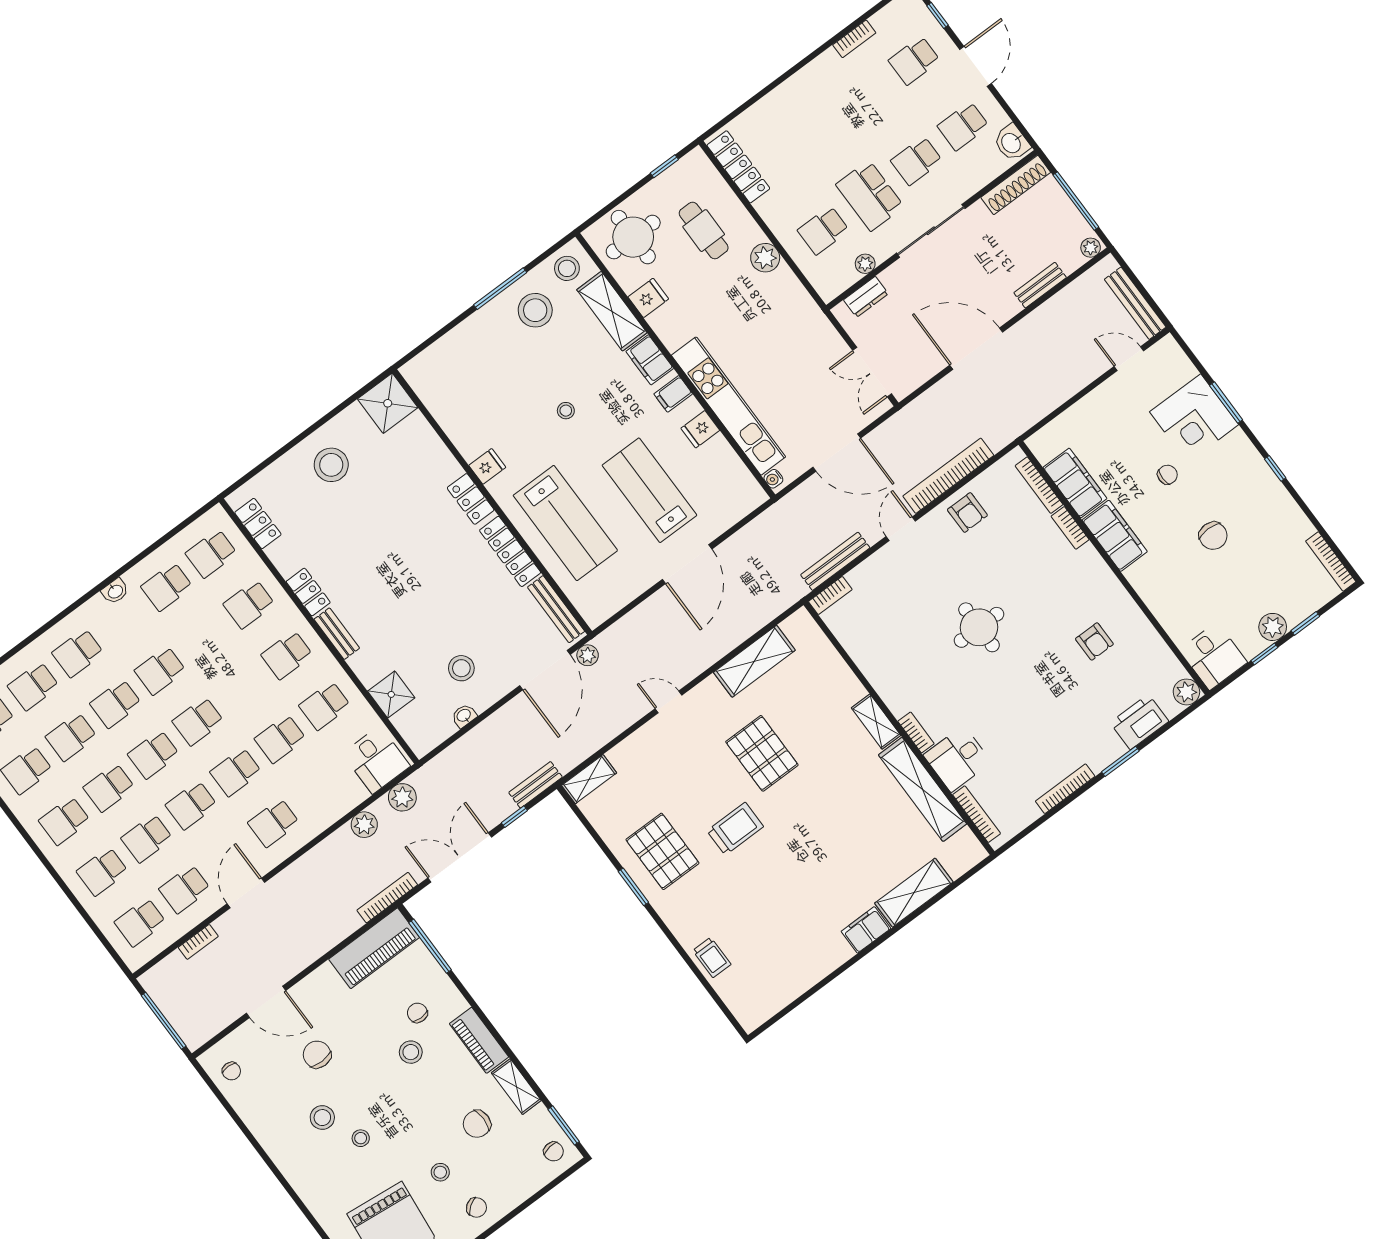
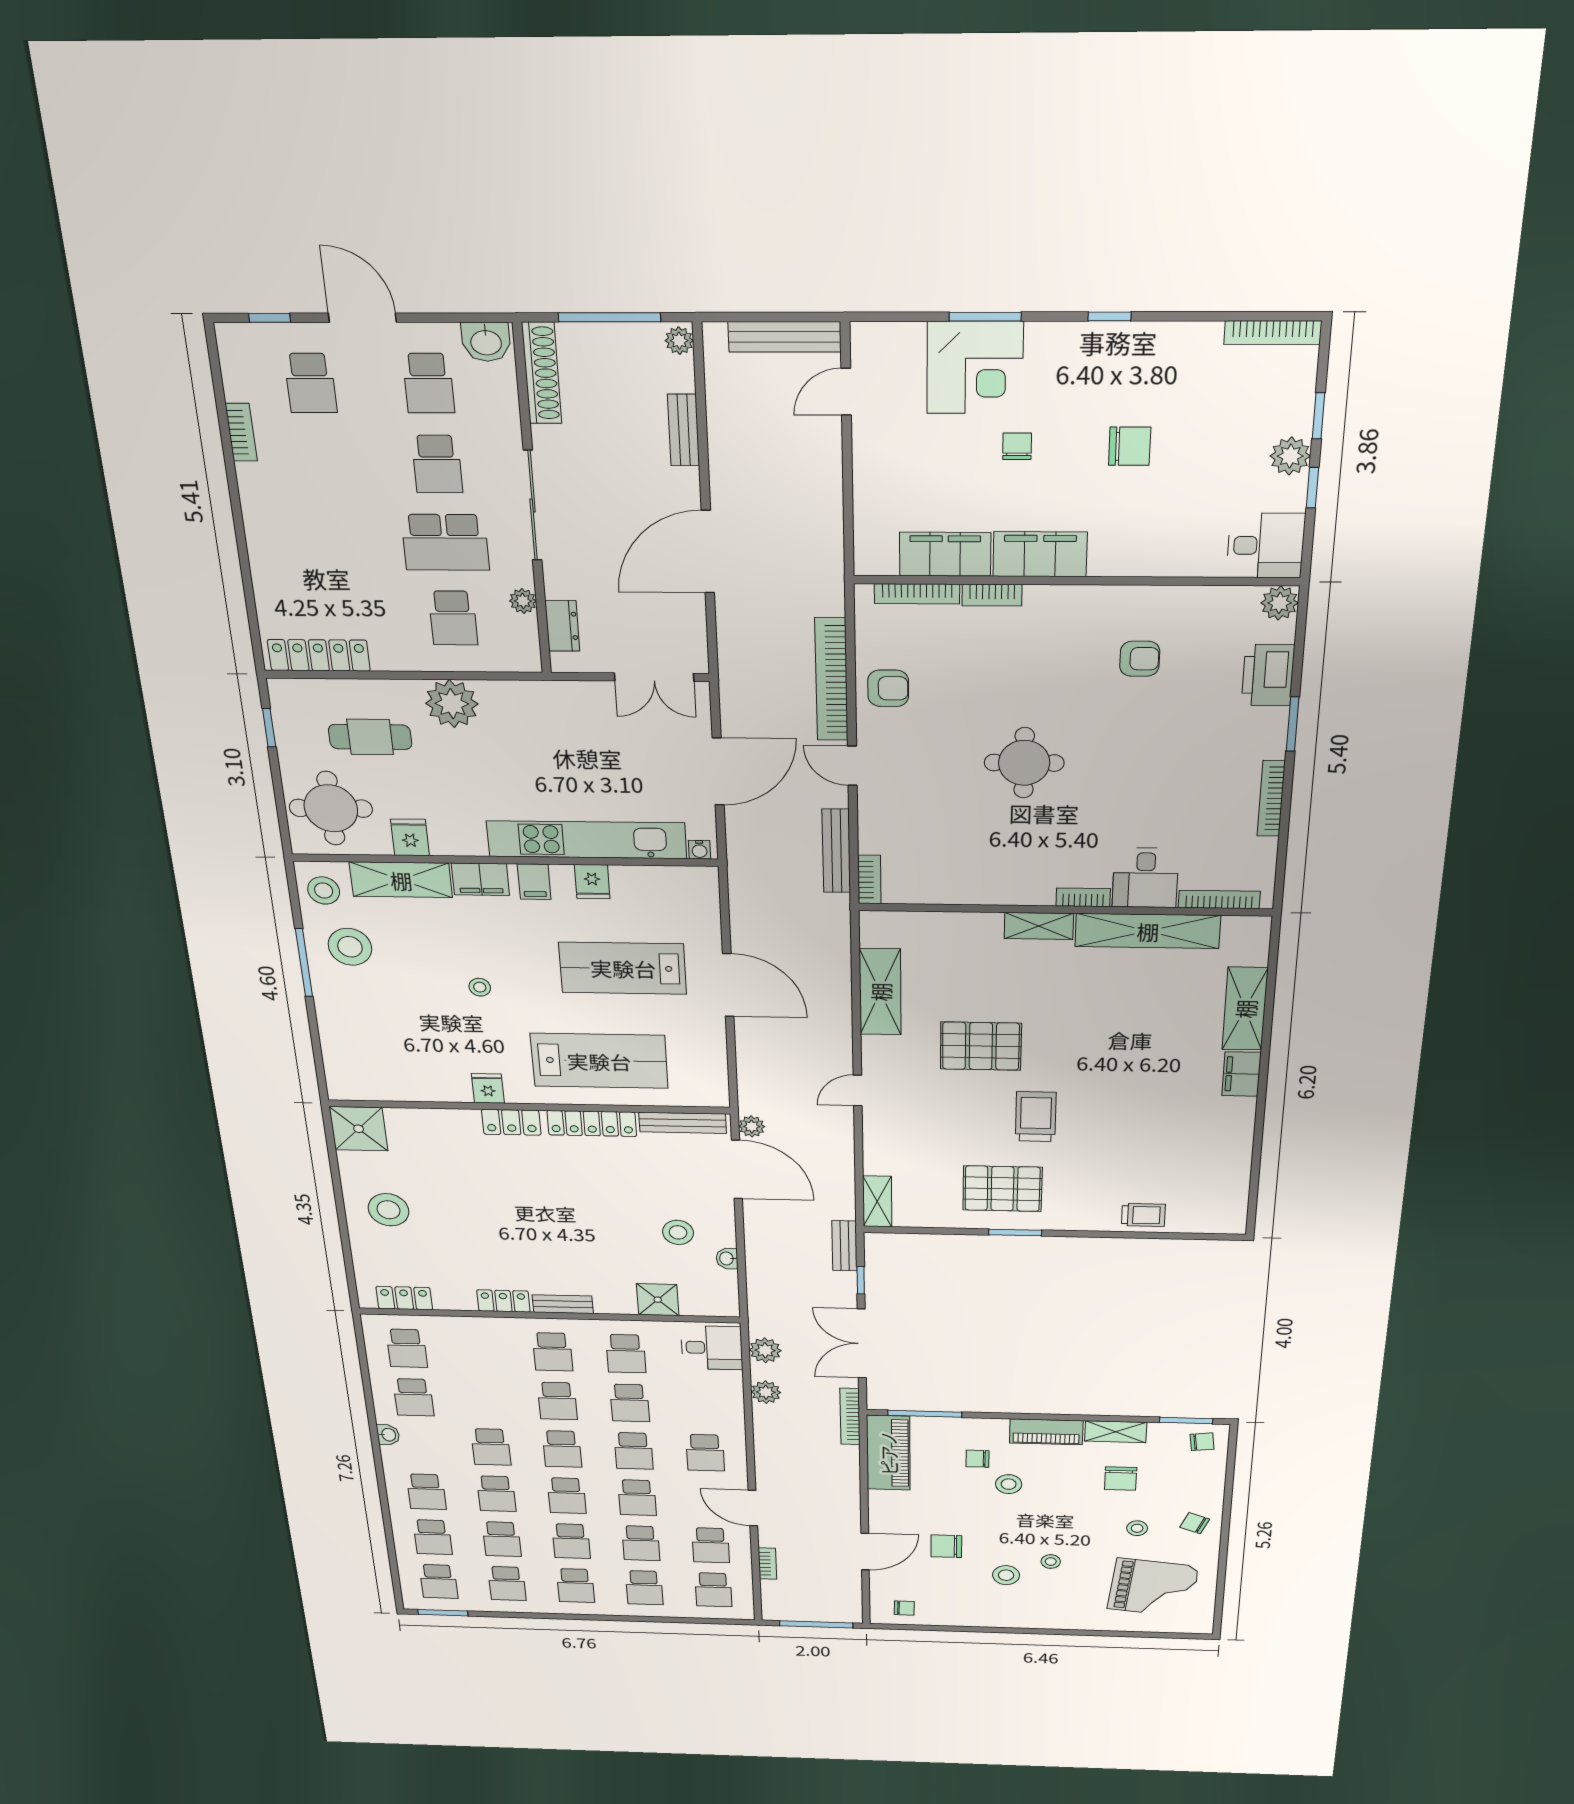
plant: (765, 258) -> (452, 704), width x1.36, depth x1.36
school desk: (249, 604) -> (557, 1401), moved
chair: (477, 1207) -> (1195, 1523), turned -123

